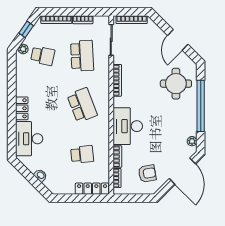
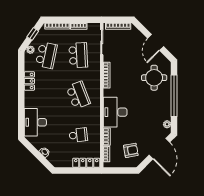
school desk: (43, 56) -> (46, 55), width x1.85
locker: (22, 108) -> (29, 81), moved

